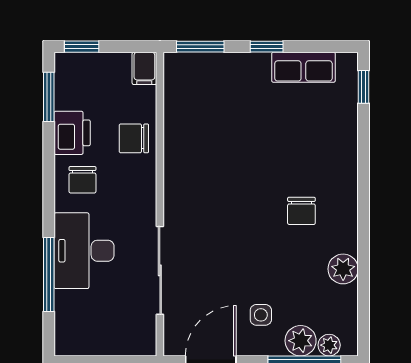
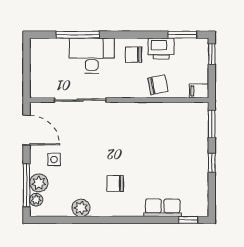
row of seats: (303, 67) -> (163, 208), moved, turned 90
chair: (134, 138) -> (158, 85), turned 79

